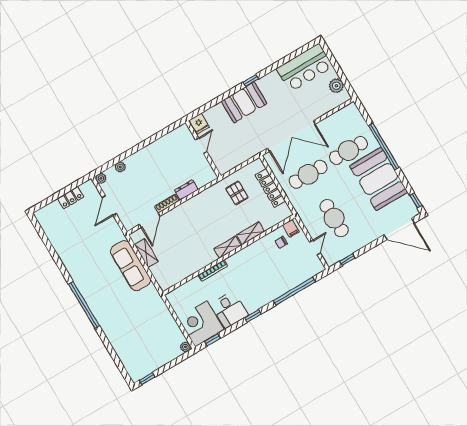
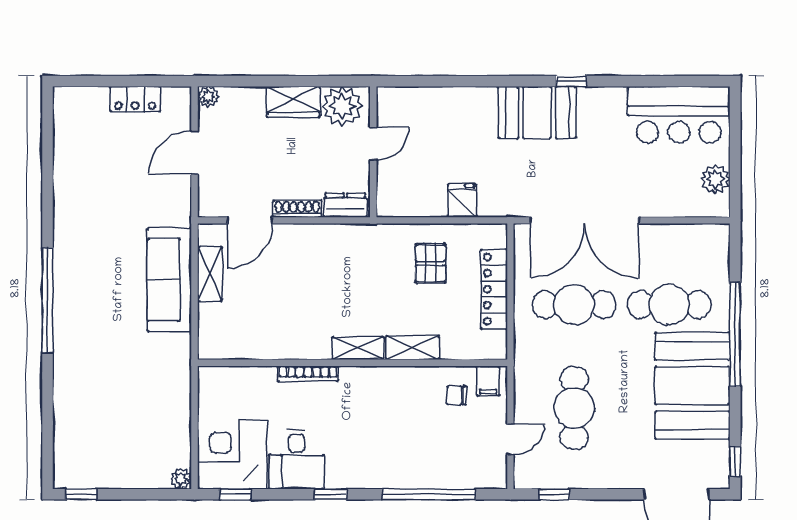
fridge: (199, 124) -> (462, 200), moved, turned 180
door: (201, 146) -> (373, 143), moved
wall: (203, 149) -> (373, 152), moved
wardrobe: (138, 159) -> (293, 102), added
plant: (120, 167) -> (342, 106), moved, width x1.87, depth x1.87

